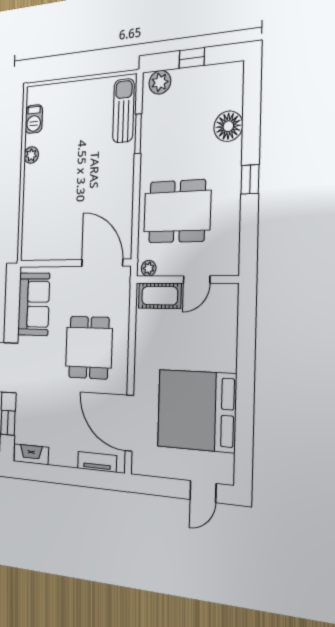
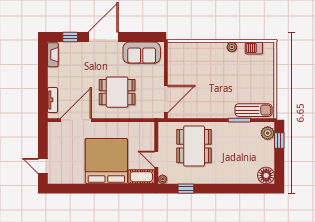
window: (192, 58) -> (279, 140), moved
floor lamp: (228, 126) -> (266, 175), moved
window: (250, 179) -> (186, 189), moved
plant: (149, 268) -> (163, 179), moved
cot: (160, 296) -> (141, 177), moved, turned 90
bed: (197, 410) -> (106, 161), moved

